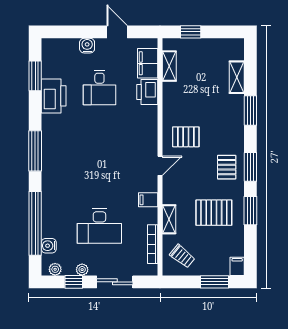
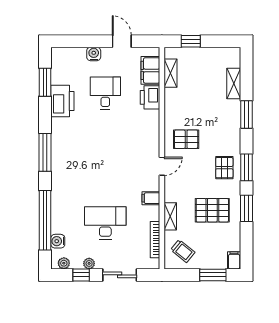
desk: (99, 88) -> (105, 93), turned 180
desk: (99, 226) -> (105, 223), turned 180

